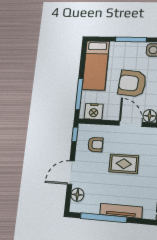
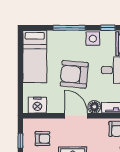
window: (79, 94) -> (20, 88), removed
window: (75, 134) -> (20, 141), moved

